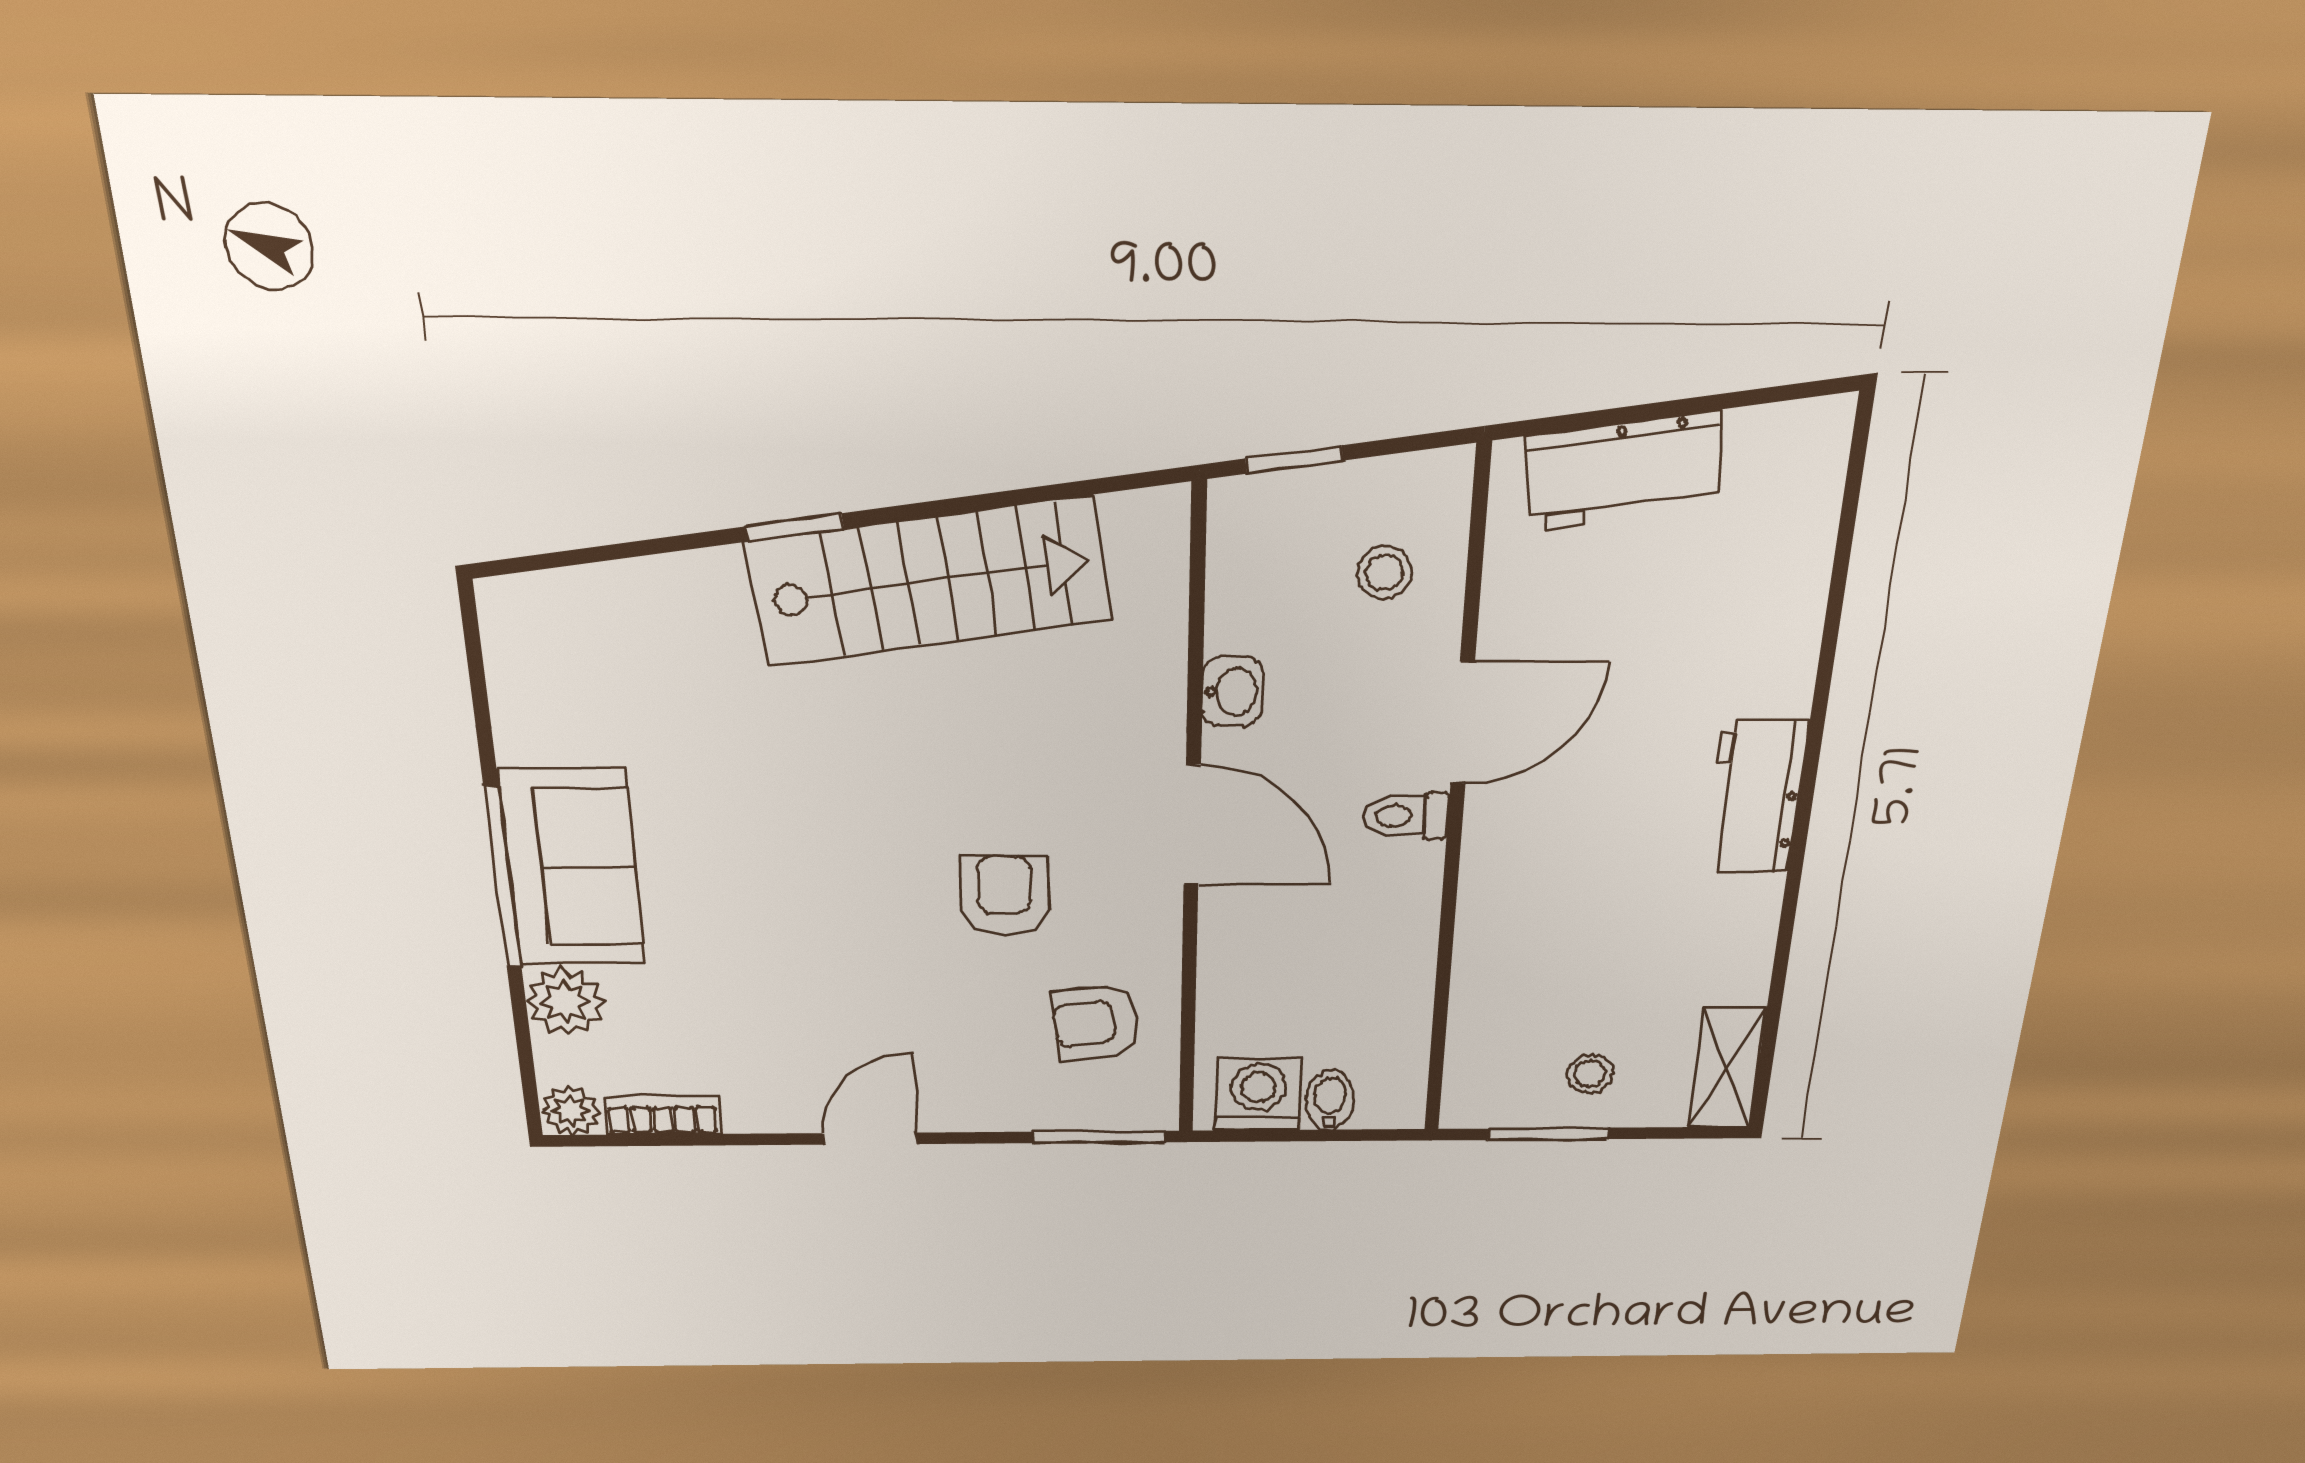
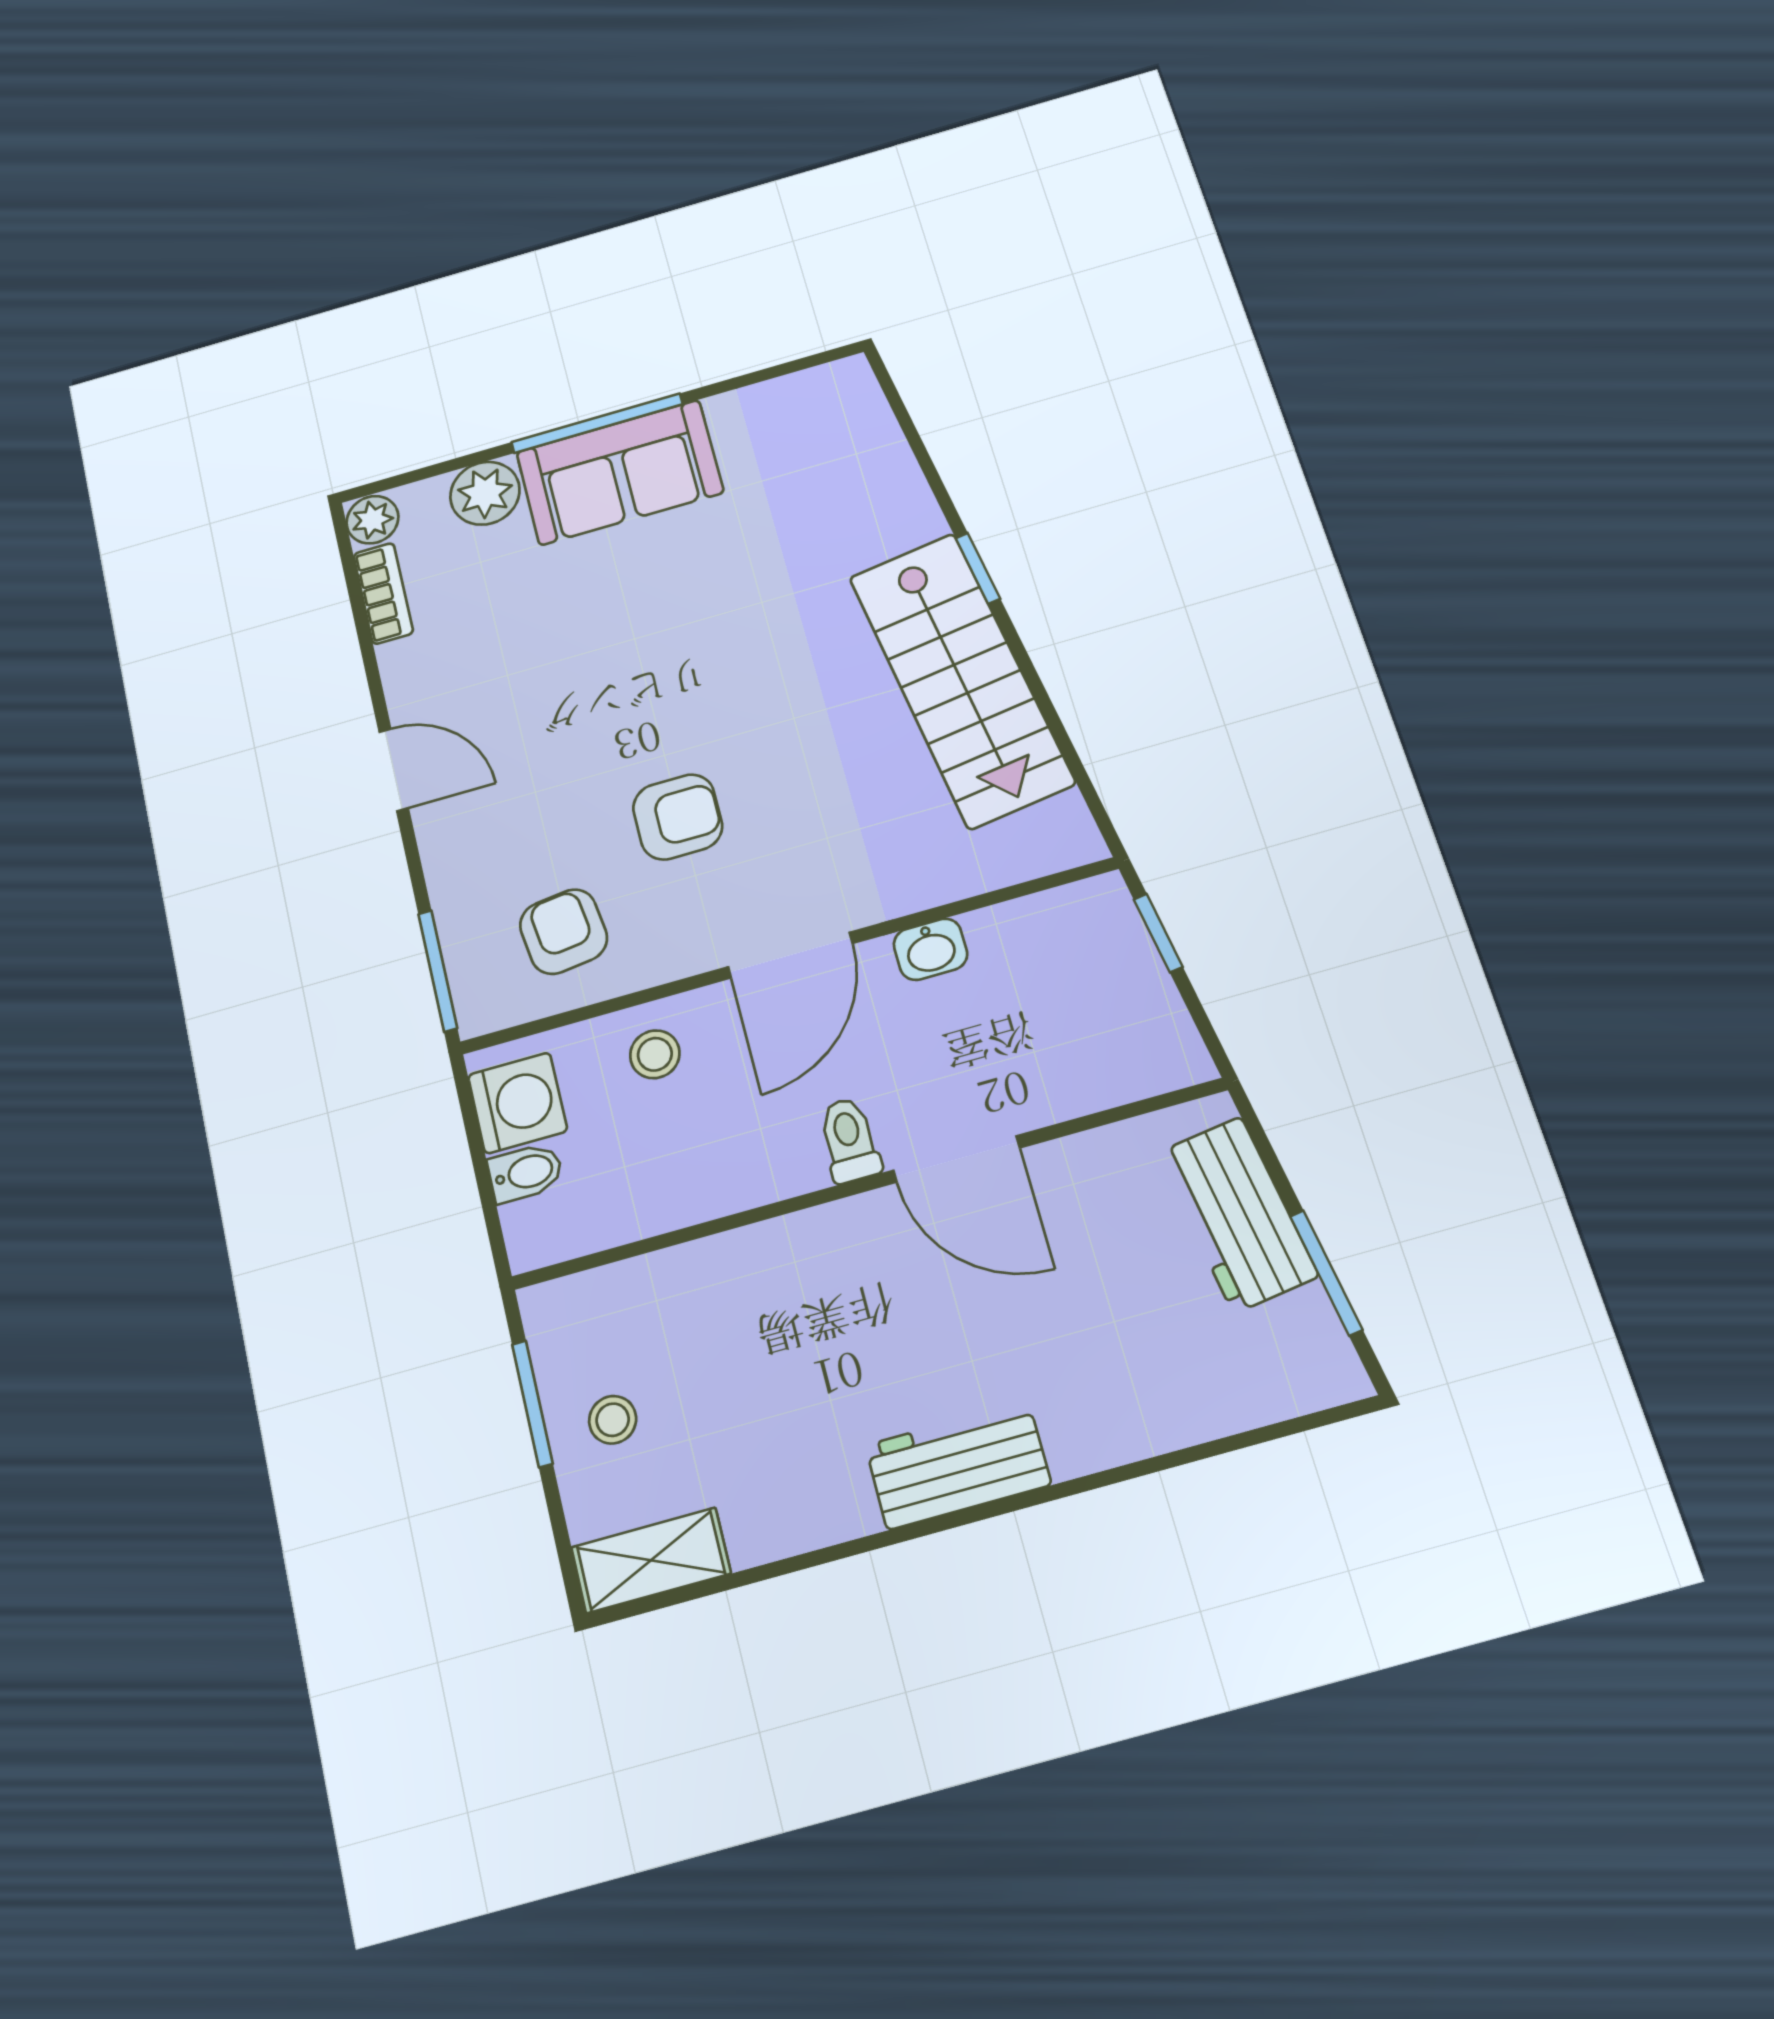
window: (1719, 402) -> (1326, 1273), added
stool: (1384, 573) -> (655, 1054), moved

